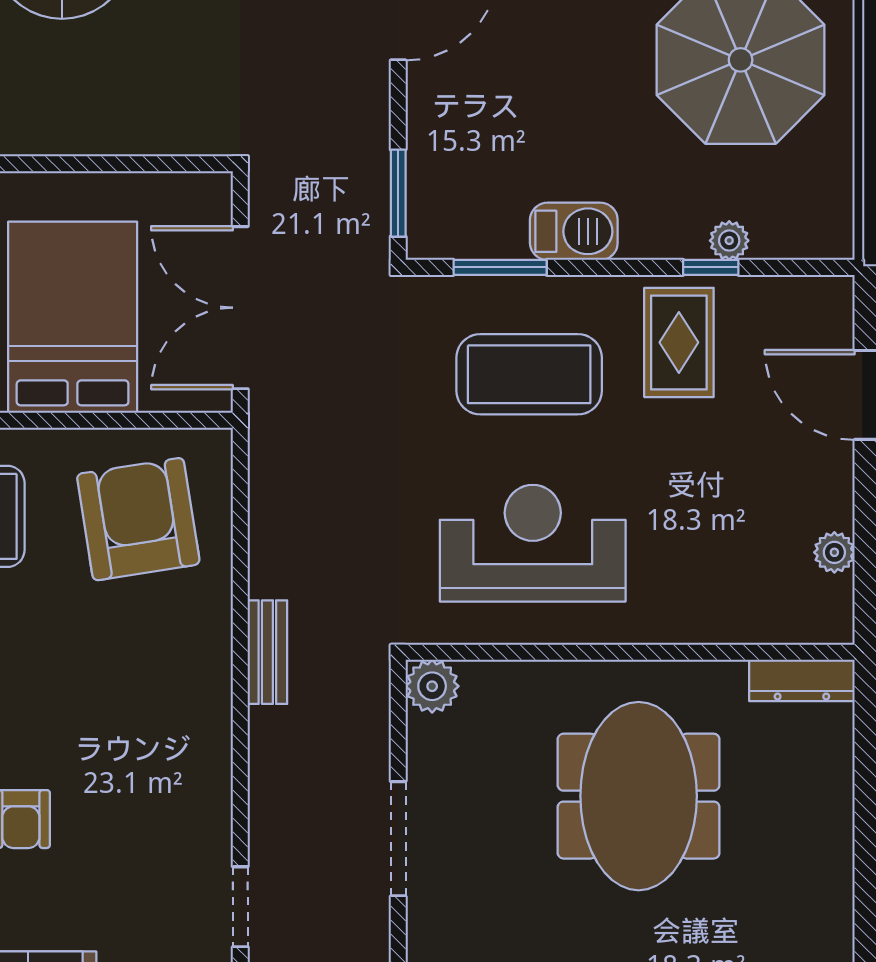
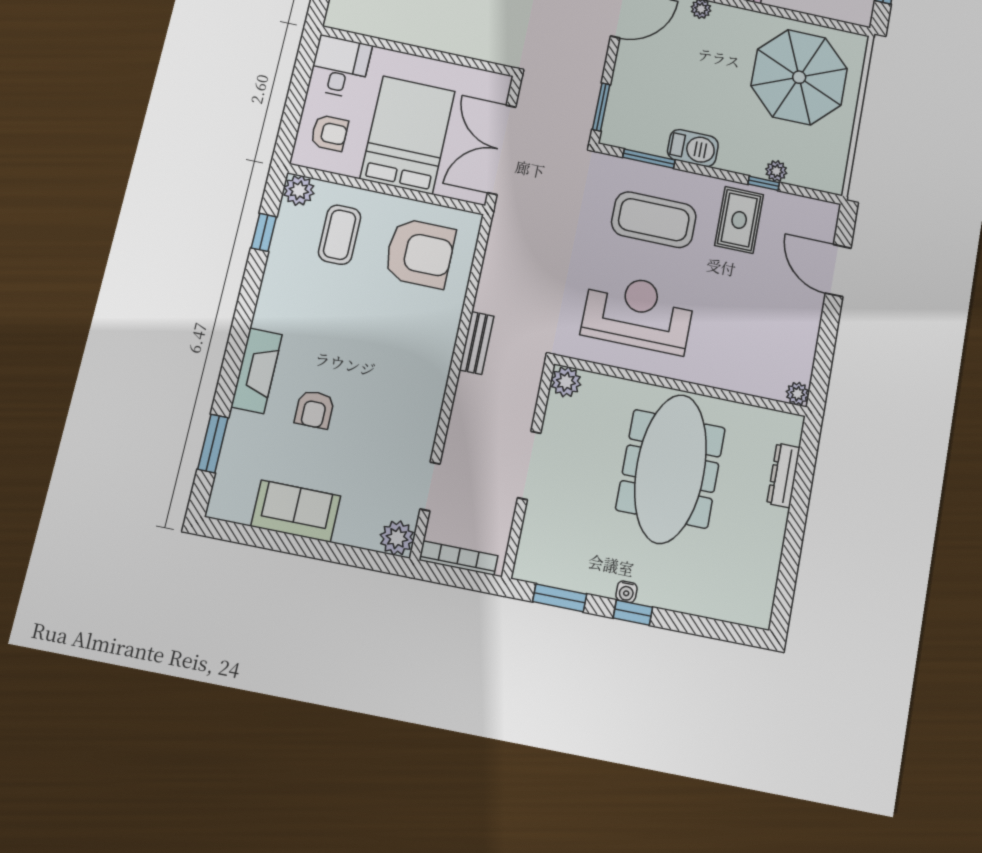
armchair: (138, 519) -> (420, 253), turned 99
plant: (834, 552) -> (798, 394), moved
dresser: (802, 680) -> (783, 475), moved, turned 90
meeting table: (639, 796) -> (671, 469), width x1.36

